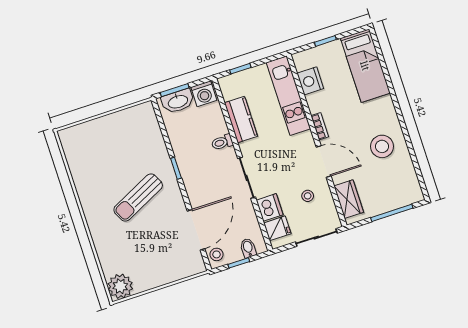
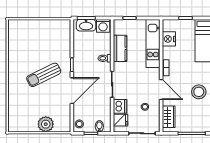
door: (196, 230) -> (72, 91), moved
plant: (120, 286) -> (46, 124), moved

